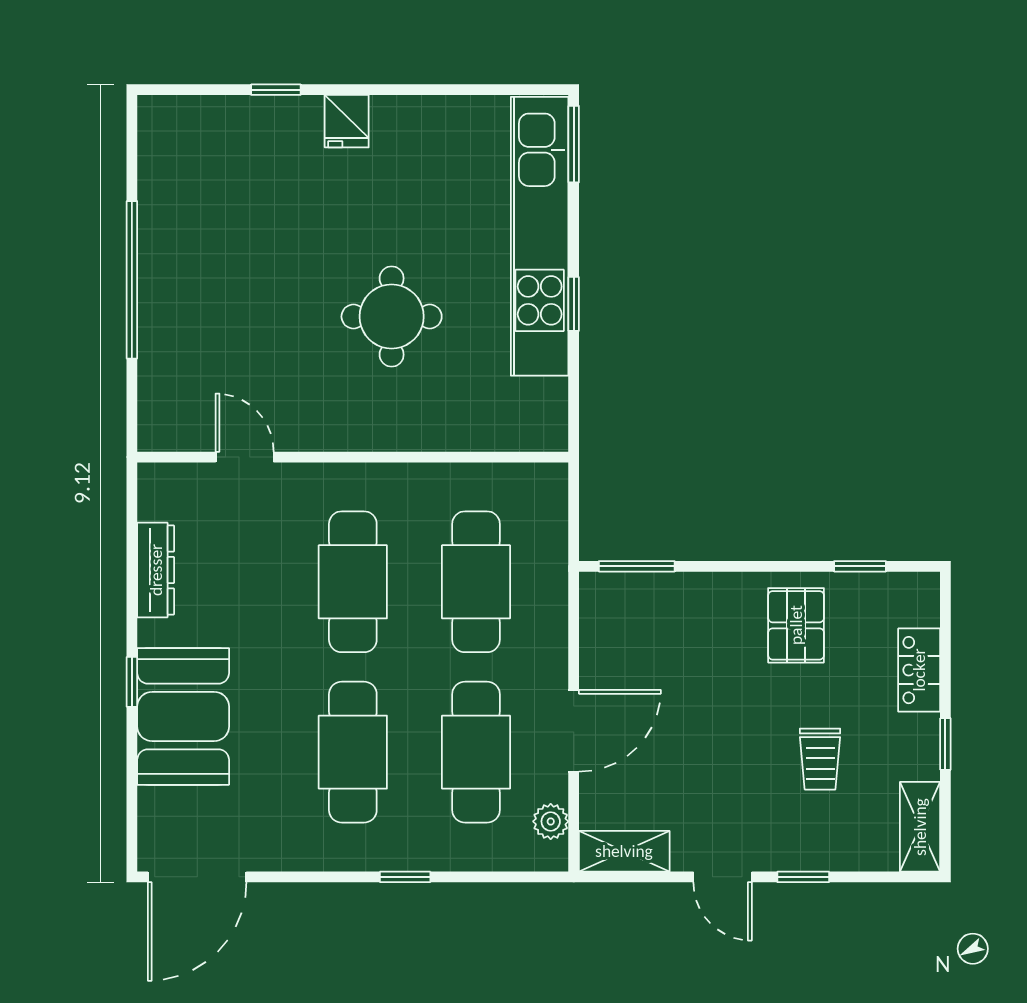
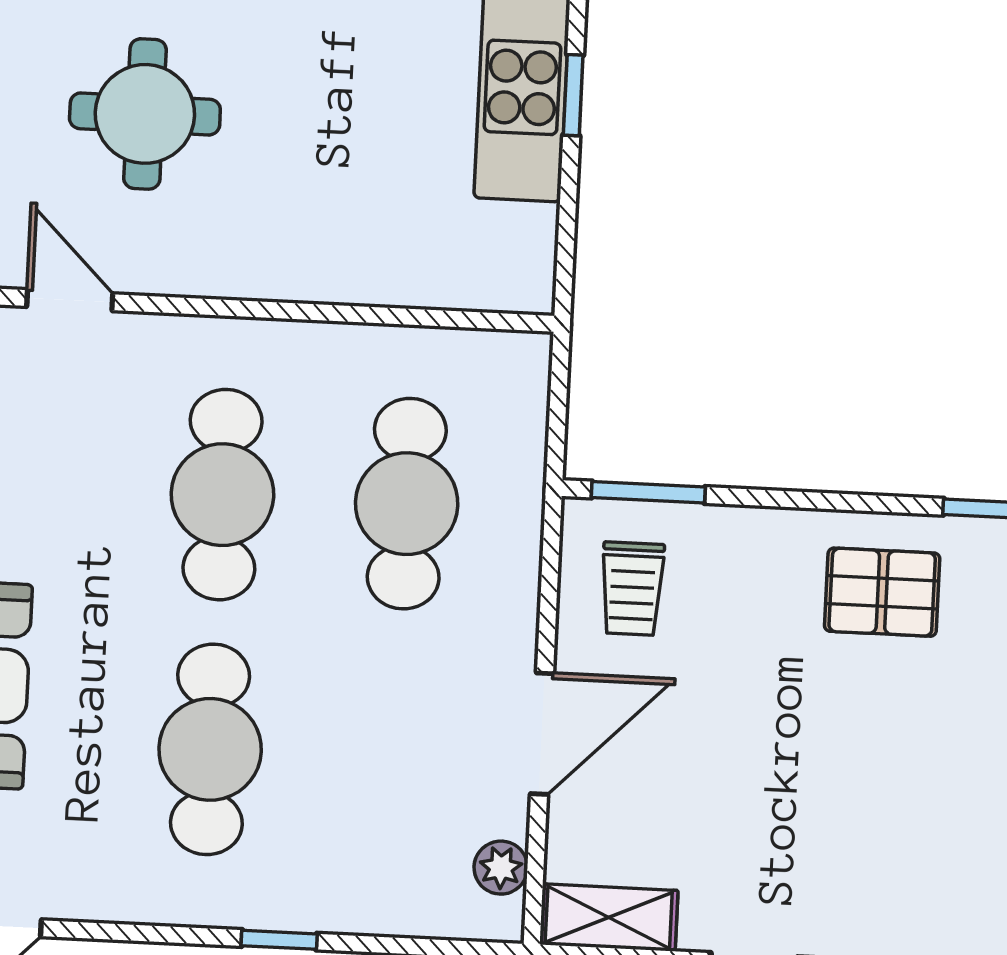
round table: (392, 317) -> (145, 114), moved
pallet: (796, 625) -> (882, 592), turned 90
cafe table: (476, 752) -> (394, 758), removed
trolley: (820, 759) -> (632, 589), moved

